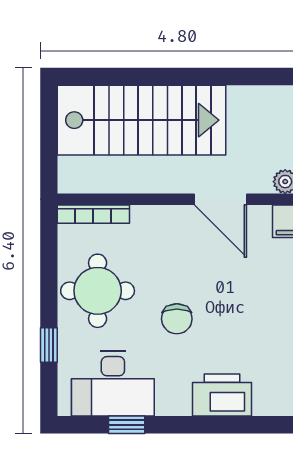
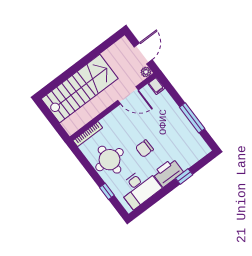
chair: (177, 319) -> (144, 148), turned 90
printer: (222, 395) -> (168, 173), moved
window: (127, 425) -> (184, 177), moved

